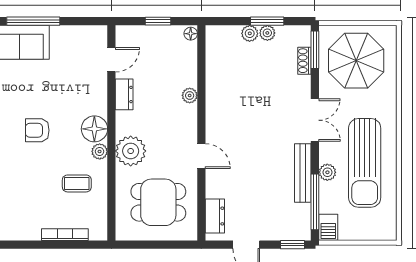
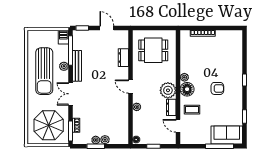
door: (111, 60) -> (178, 126), hinge flipped
plant: (131, 151) -> (168, 90), moved
door: (201, 156) -> (131, 87), moved
sun lounger: (365, 163) -> (44, 71), turned 180
coffee table: (77, 183) -> (192, 110), moved
dresser: (215, 216) -> (123, 58), moved

